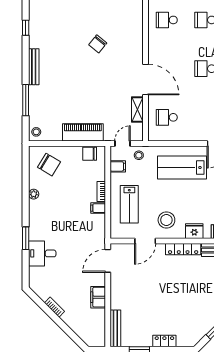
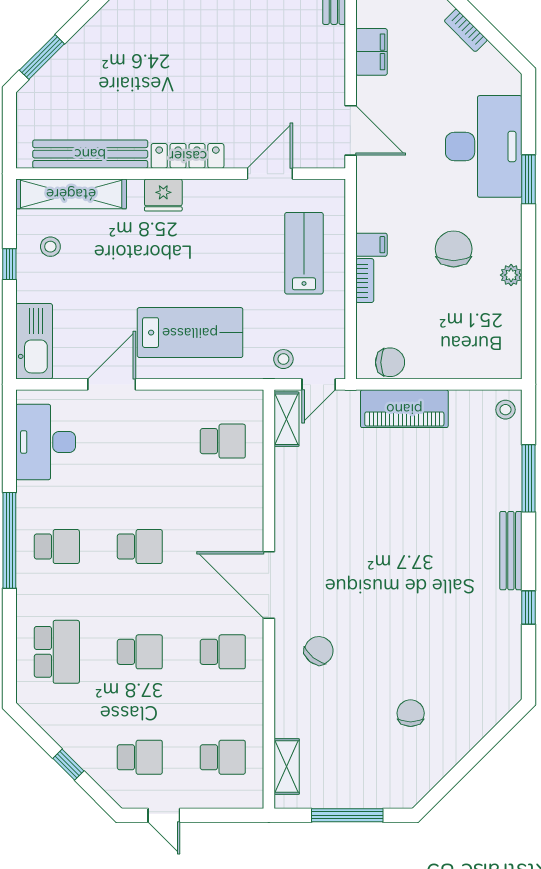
window: (26, 28) -> (528, 607), moved
chair: (98, 44) -> (319, 651), moved
door: (146, 79) -> (269, 585), moved
shelving: (137, 110) -> (286, 419), moved
chair: (49, 165) -> (454, 249), moved, turned 59
filing cabinet: (118, 166) -> (329, 335), removed
stool: (166, 220) -> (224, 219), removed
desk: (42, 253) -> (484, 146), width x1.87, depth x1.30
door: (108, 261) -> (351, 130), hinge flipped

